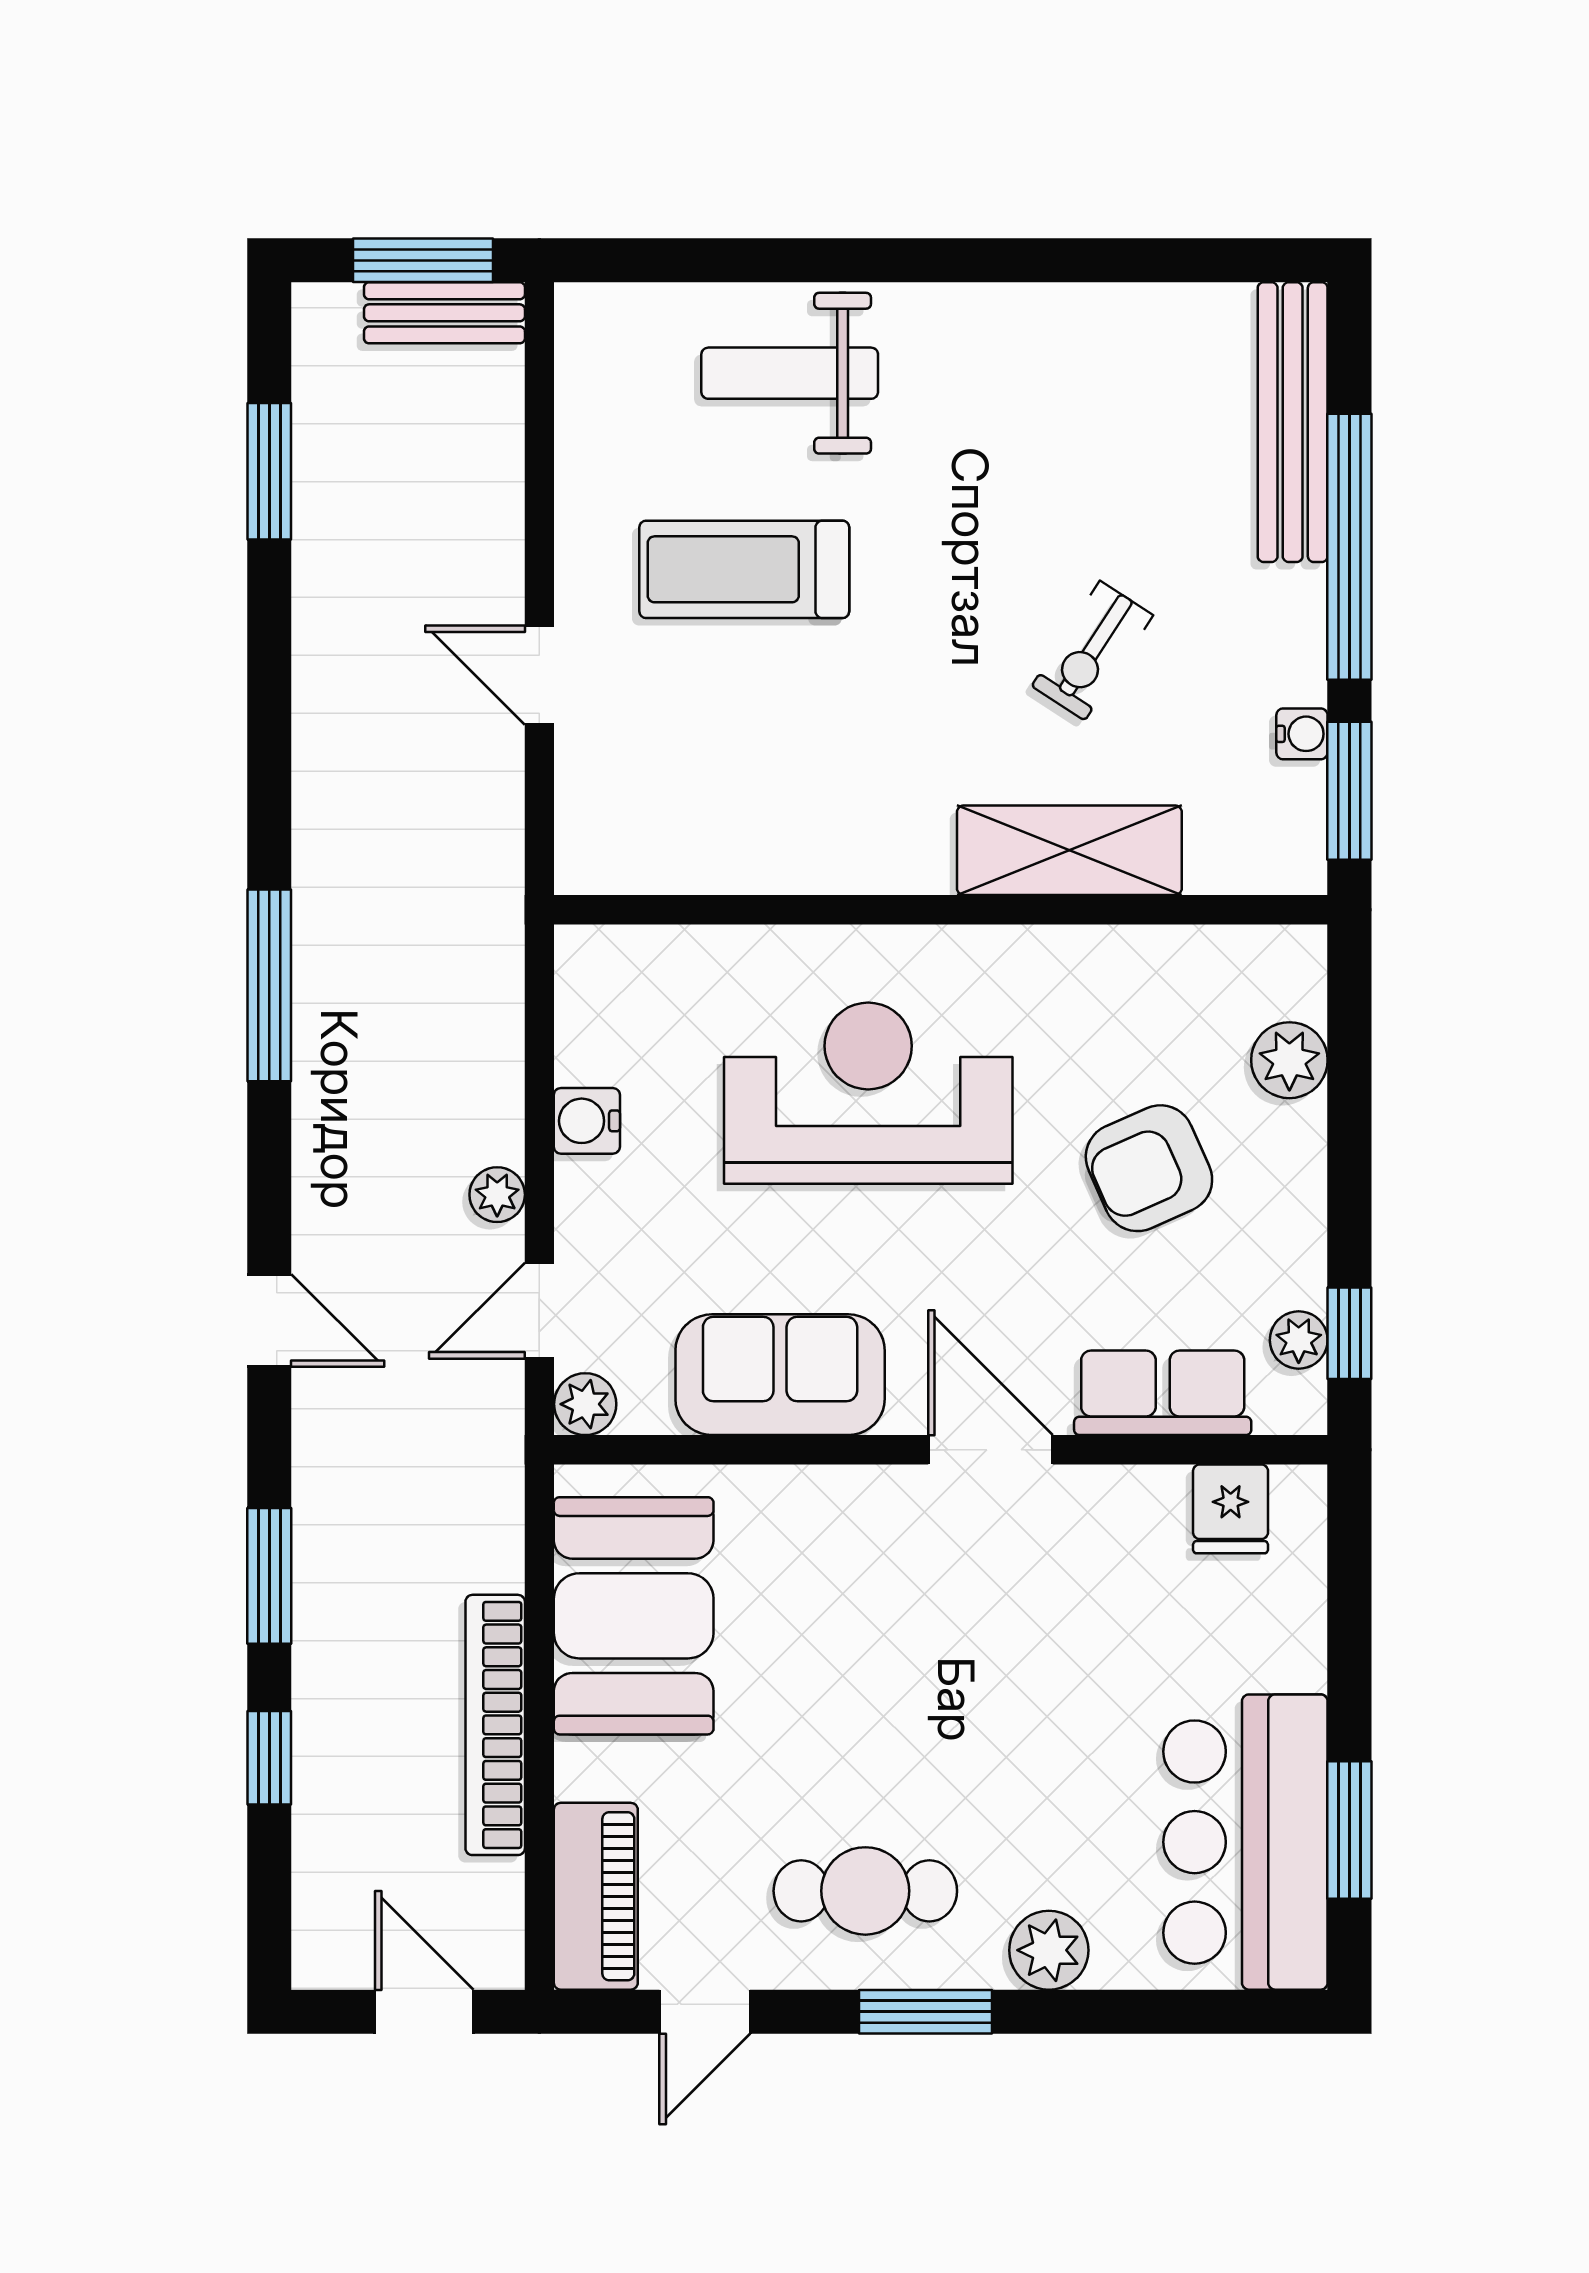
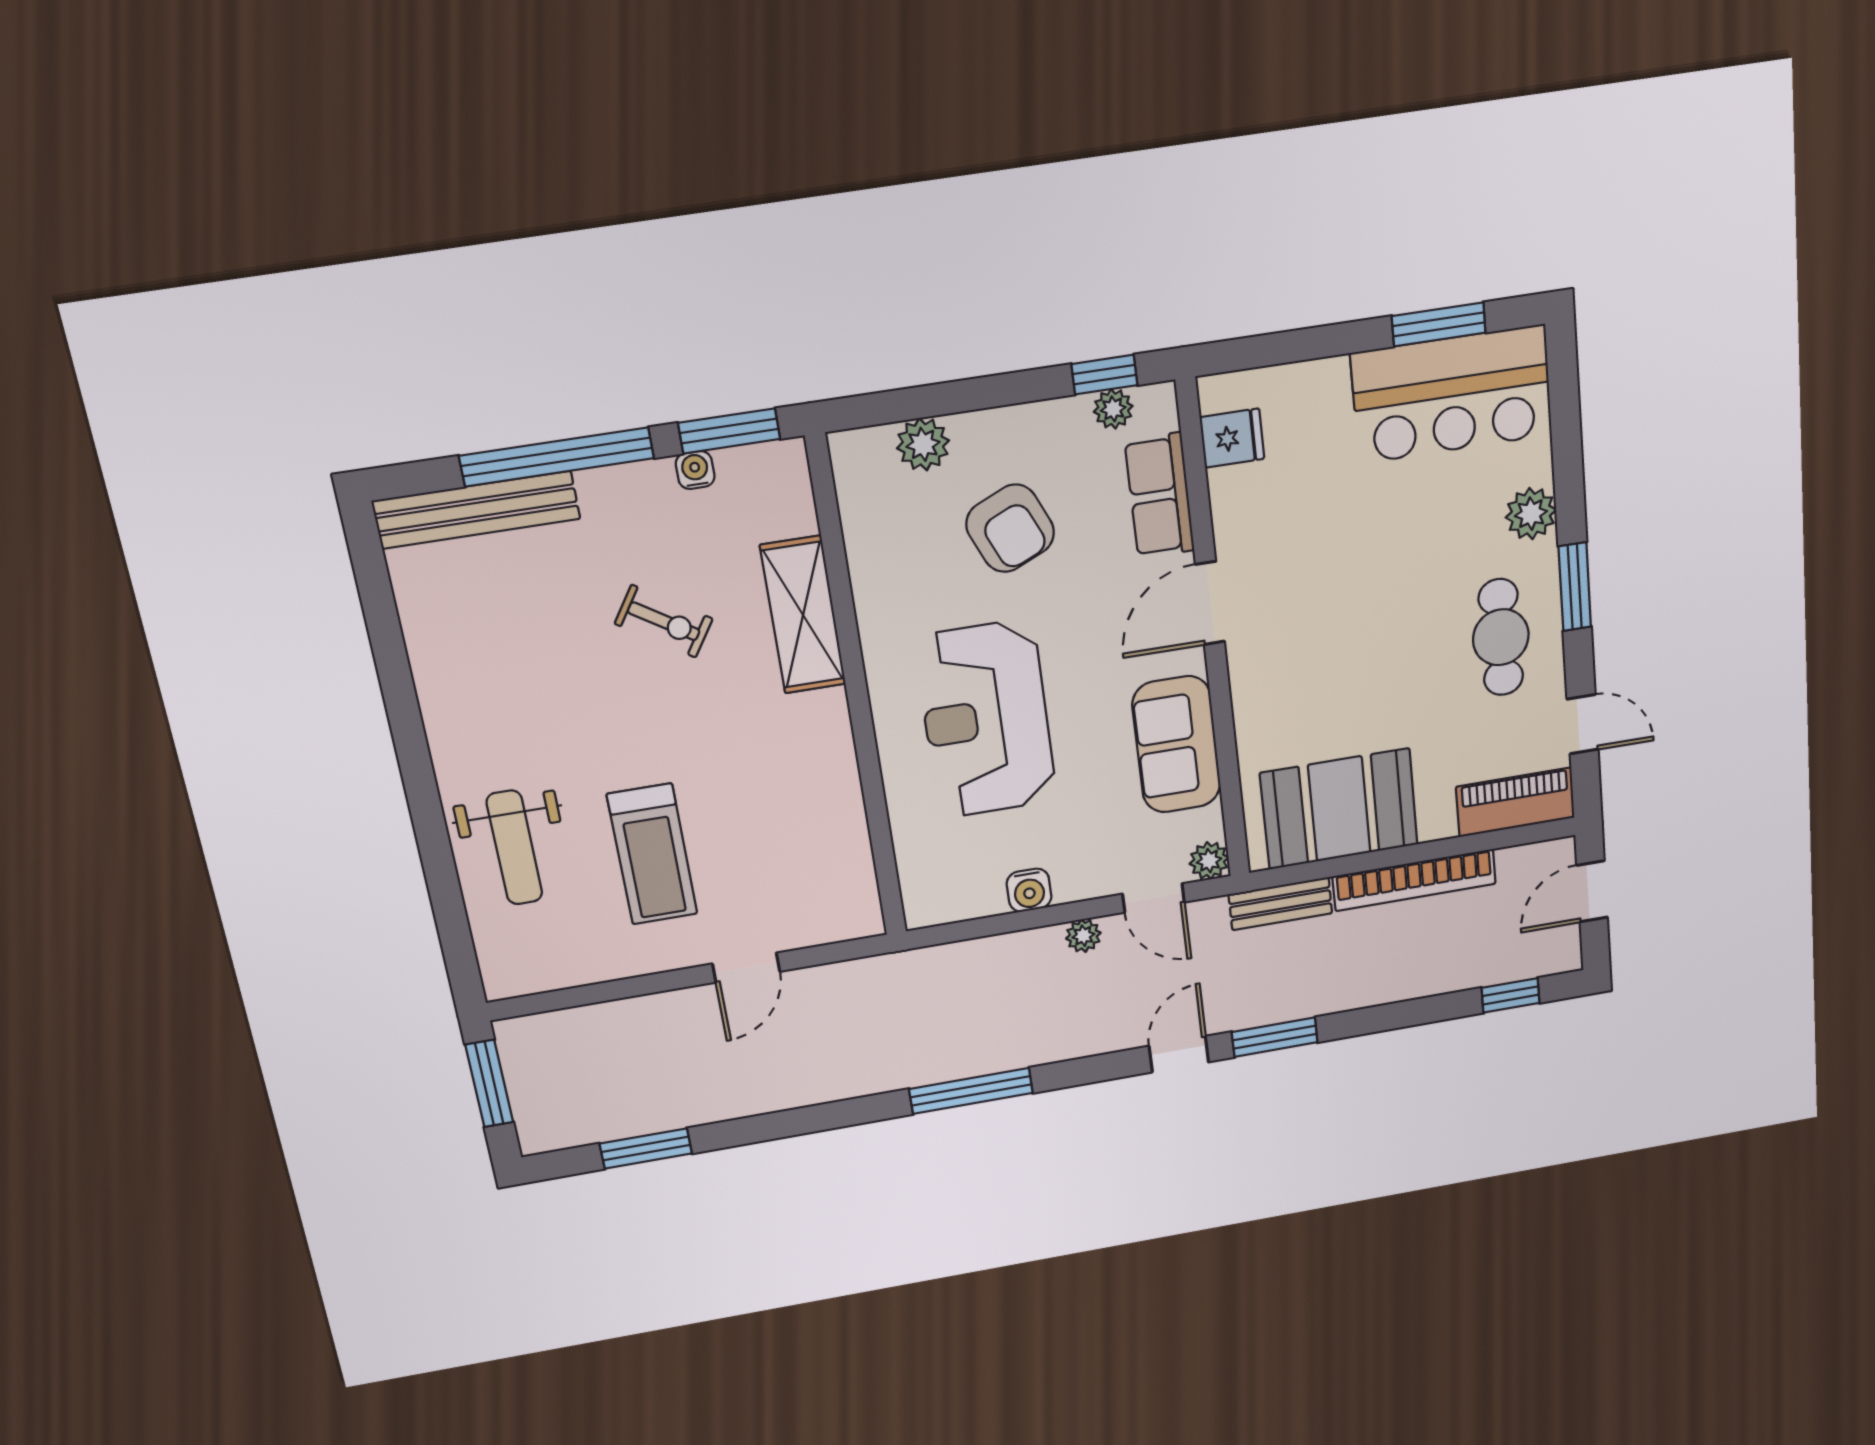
bench: (444, 313) -> (1280, 904), moved, turned 90
window: (269, 1576) -> (1275, 1037), moved
window: (269, 1758) -> (1511, 995), moved

